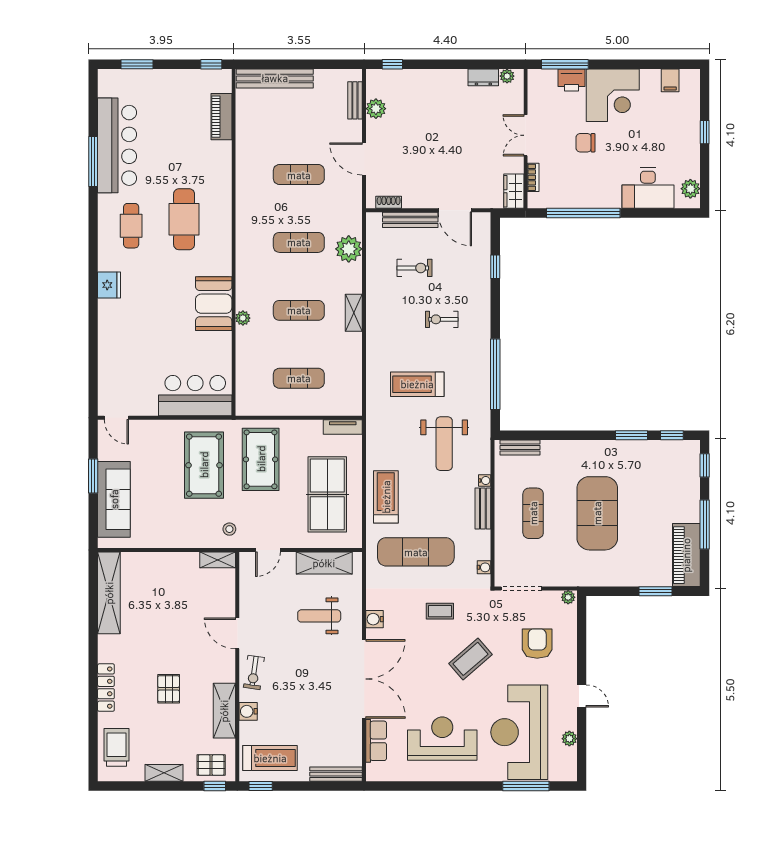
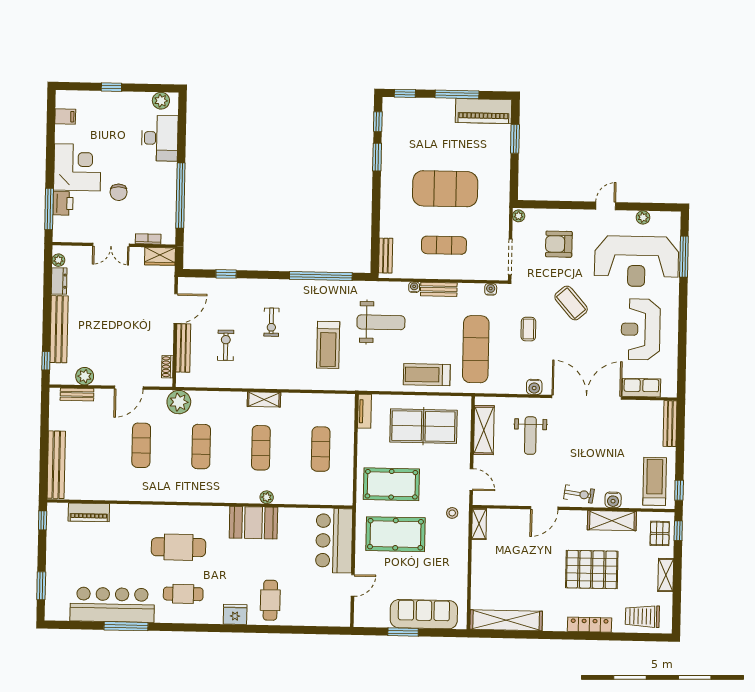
bench: (429, 78) -> (59, 329), added
plant: (349, 249) -> (179, 402), moved
cafe table: (126, 325) -> (270, 600), added
door: (116, 418) -> (353, 585), moved
pallet: (169, 689) -> (592, 569), width x2.05, depth x2.00

